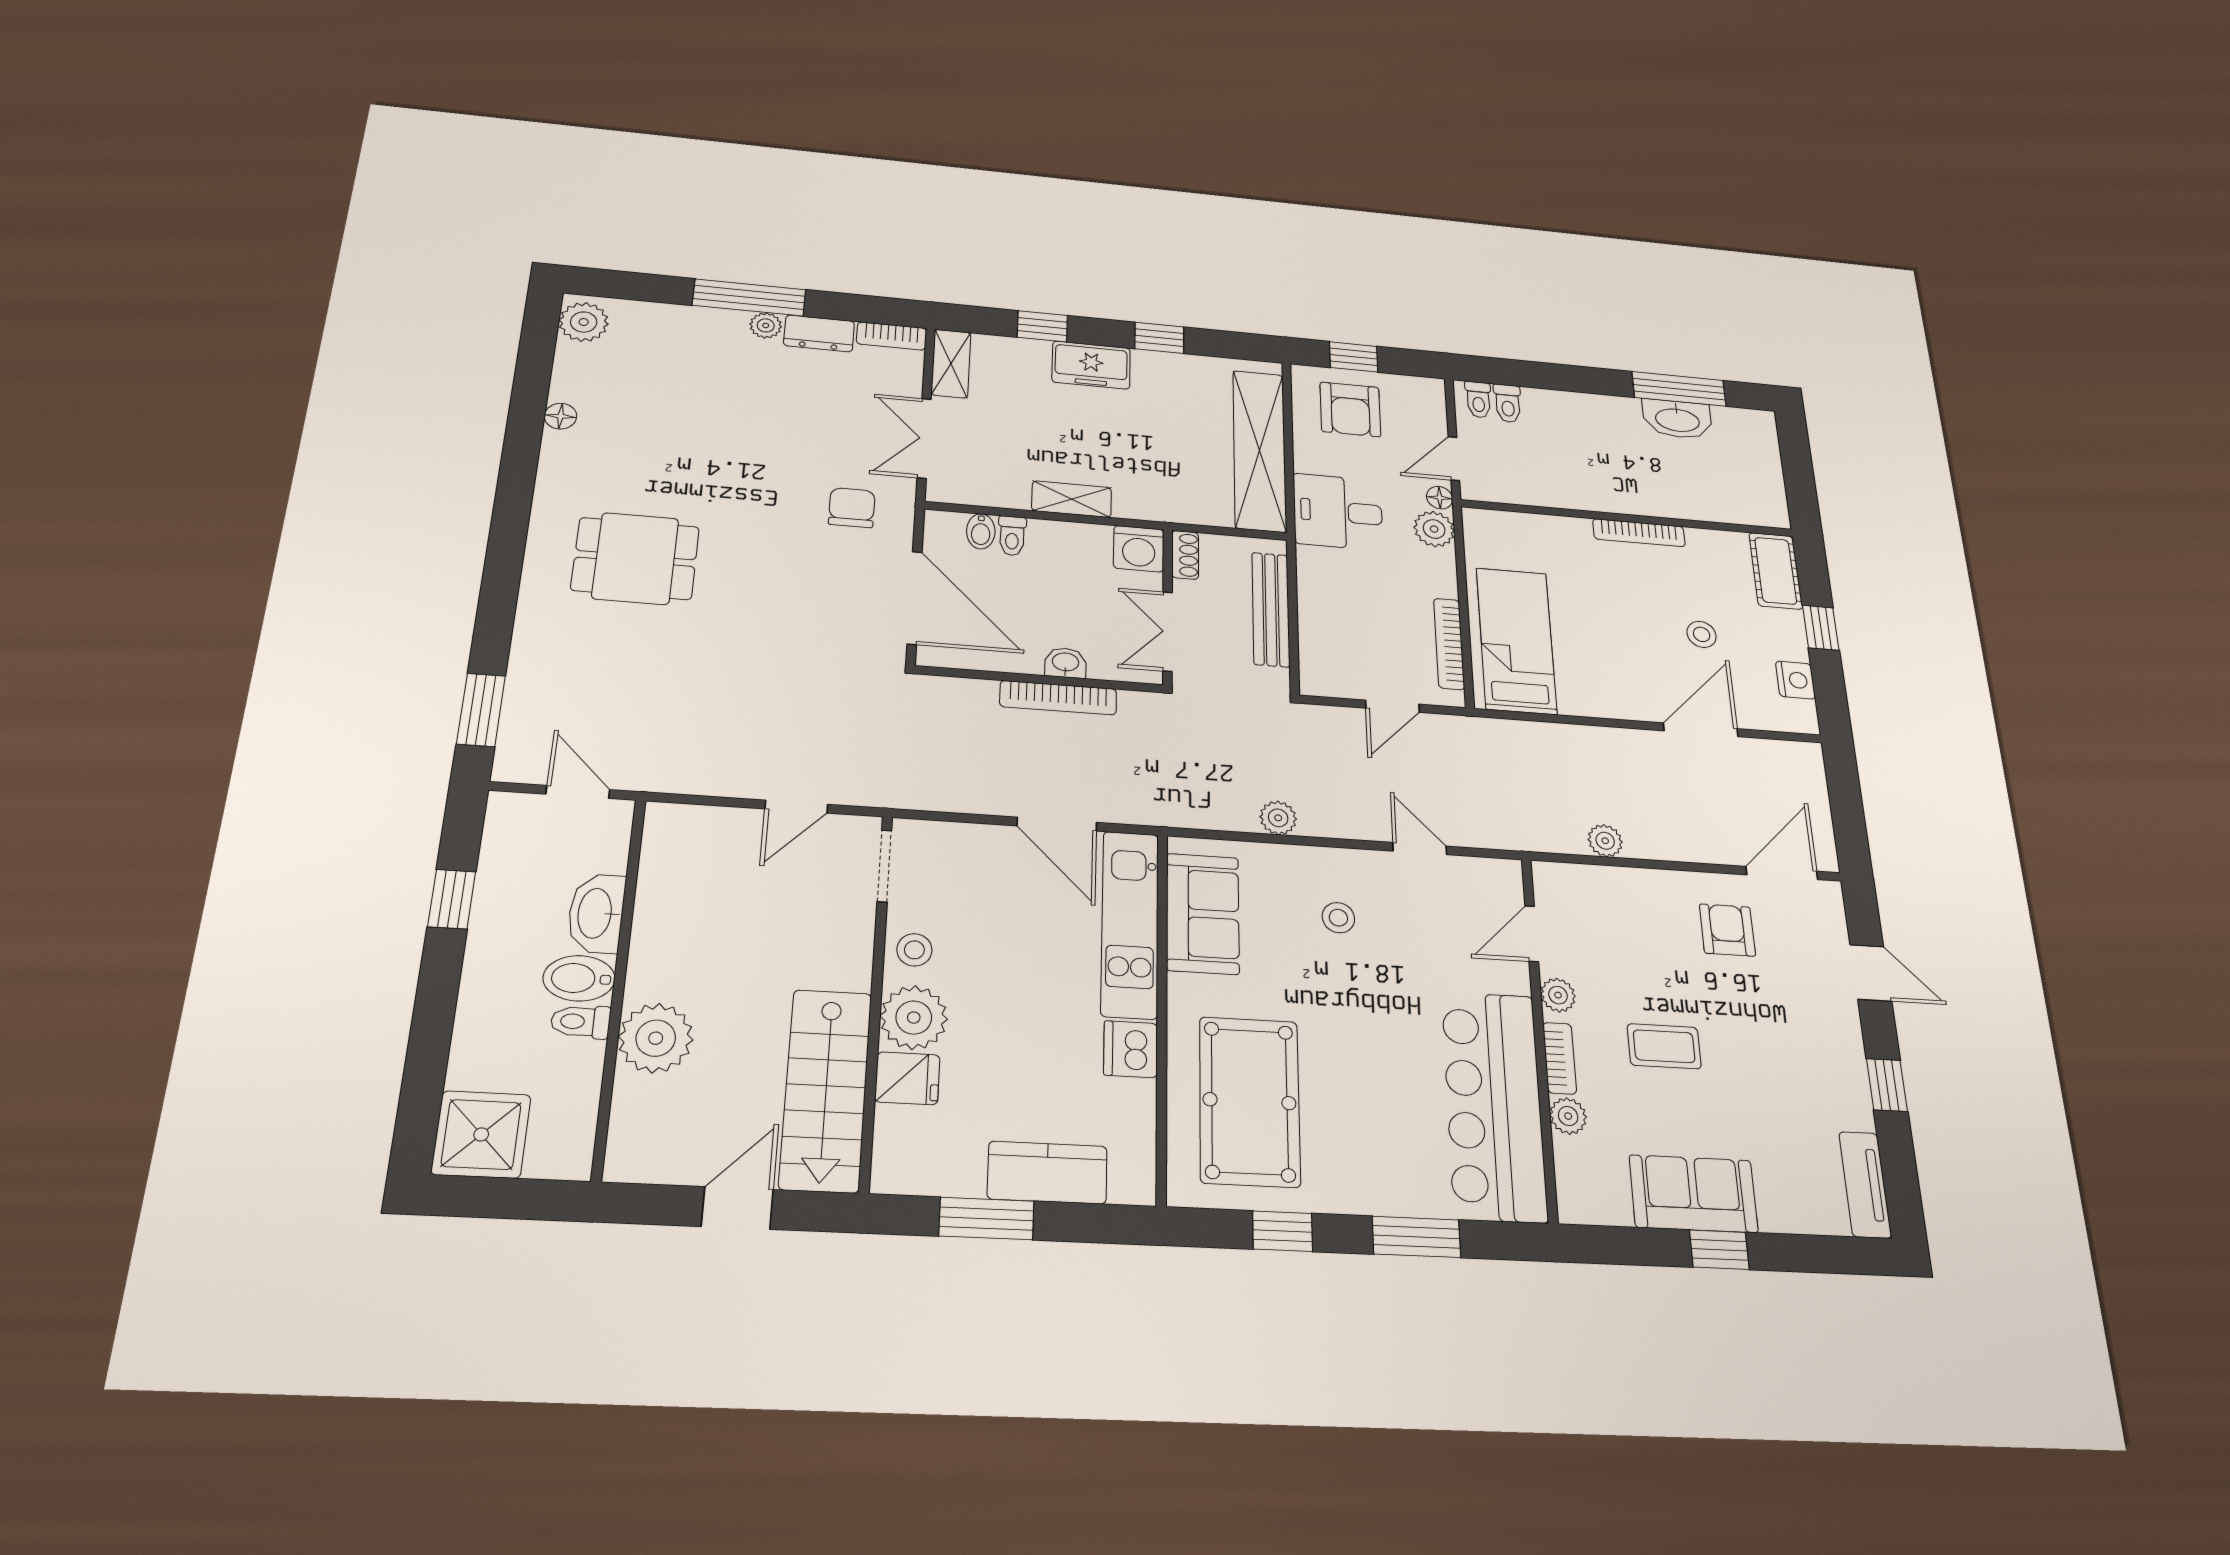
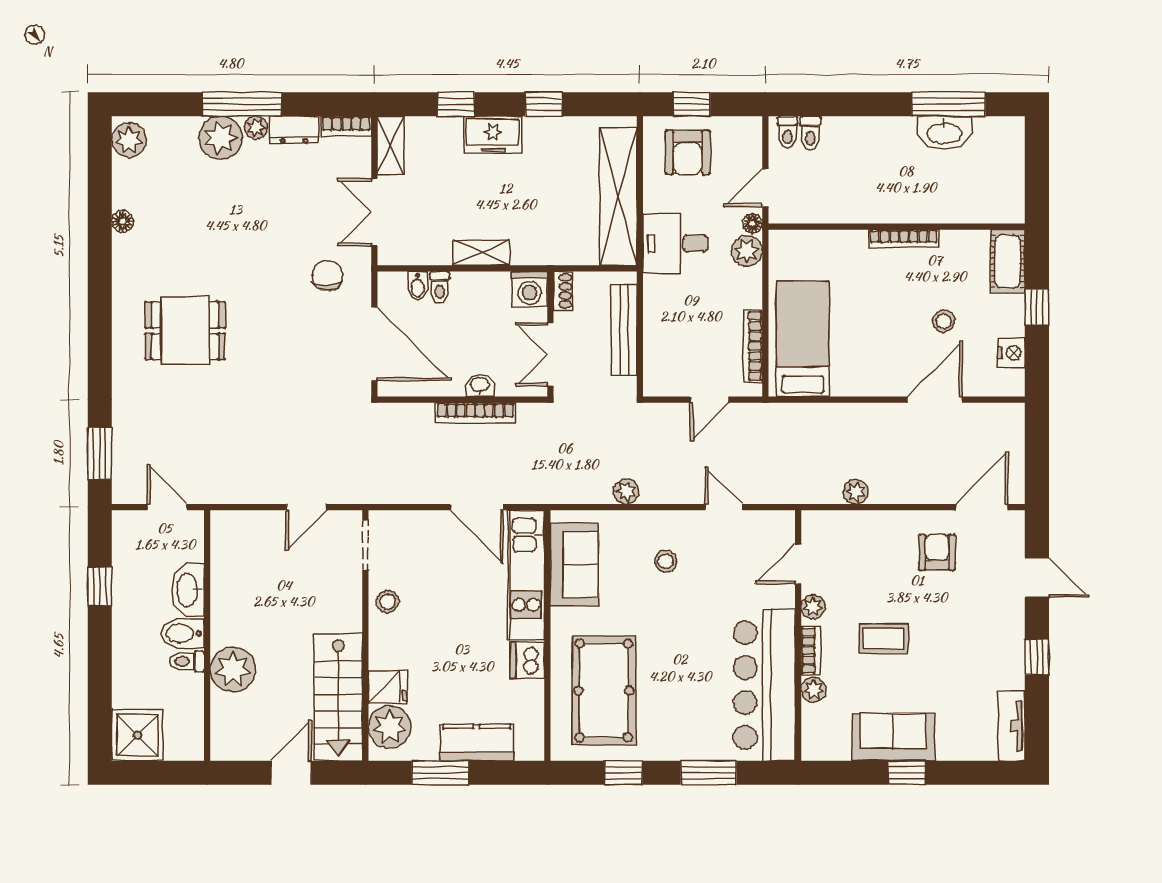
plant: (715, 332) -> (221, 138), added
plant: (914, 1018) -> (390, 727), moved

